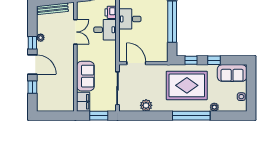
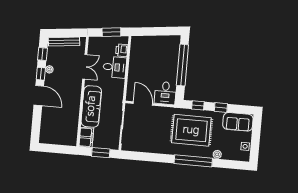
desk: (130, 19) -> (165, 93), moved, turned -90
sofa: (85, 76) -> (91, 106), width x1.36
window: (32, 87) -> (43, 54), moved
plant: (146, 105) -> (149, 147), removed

